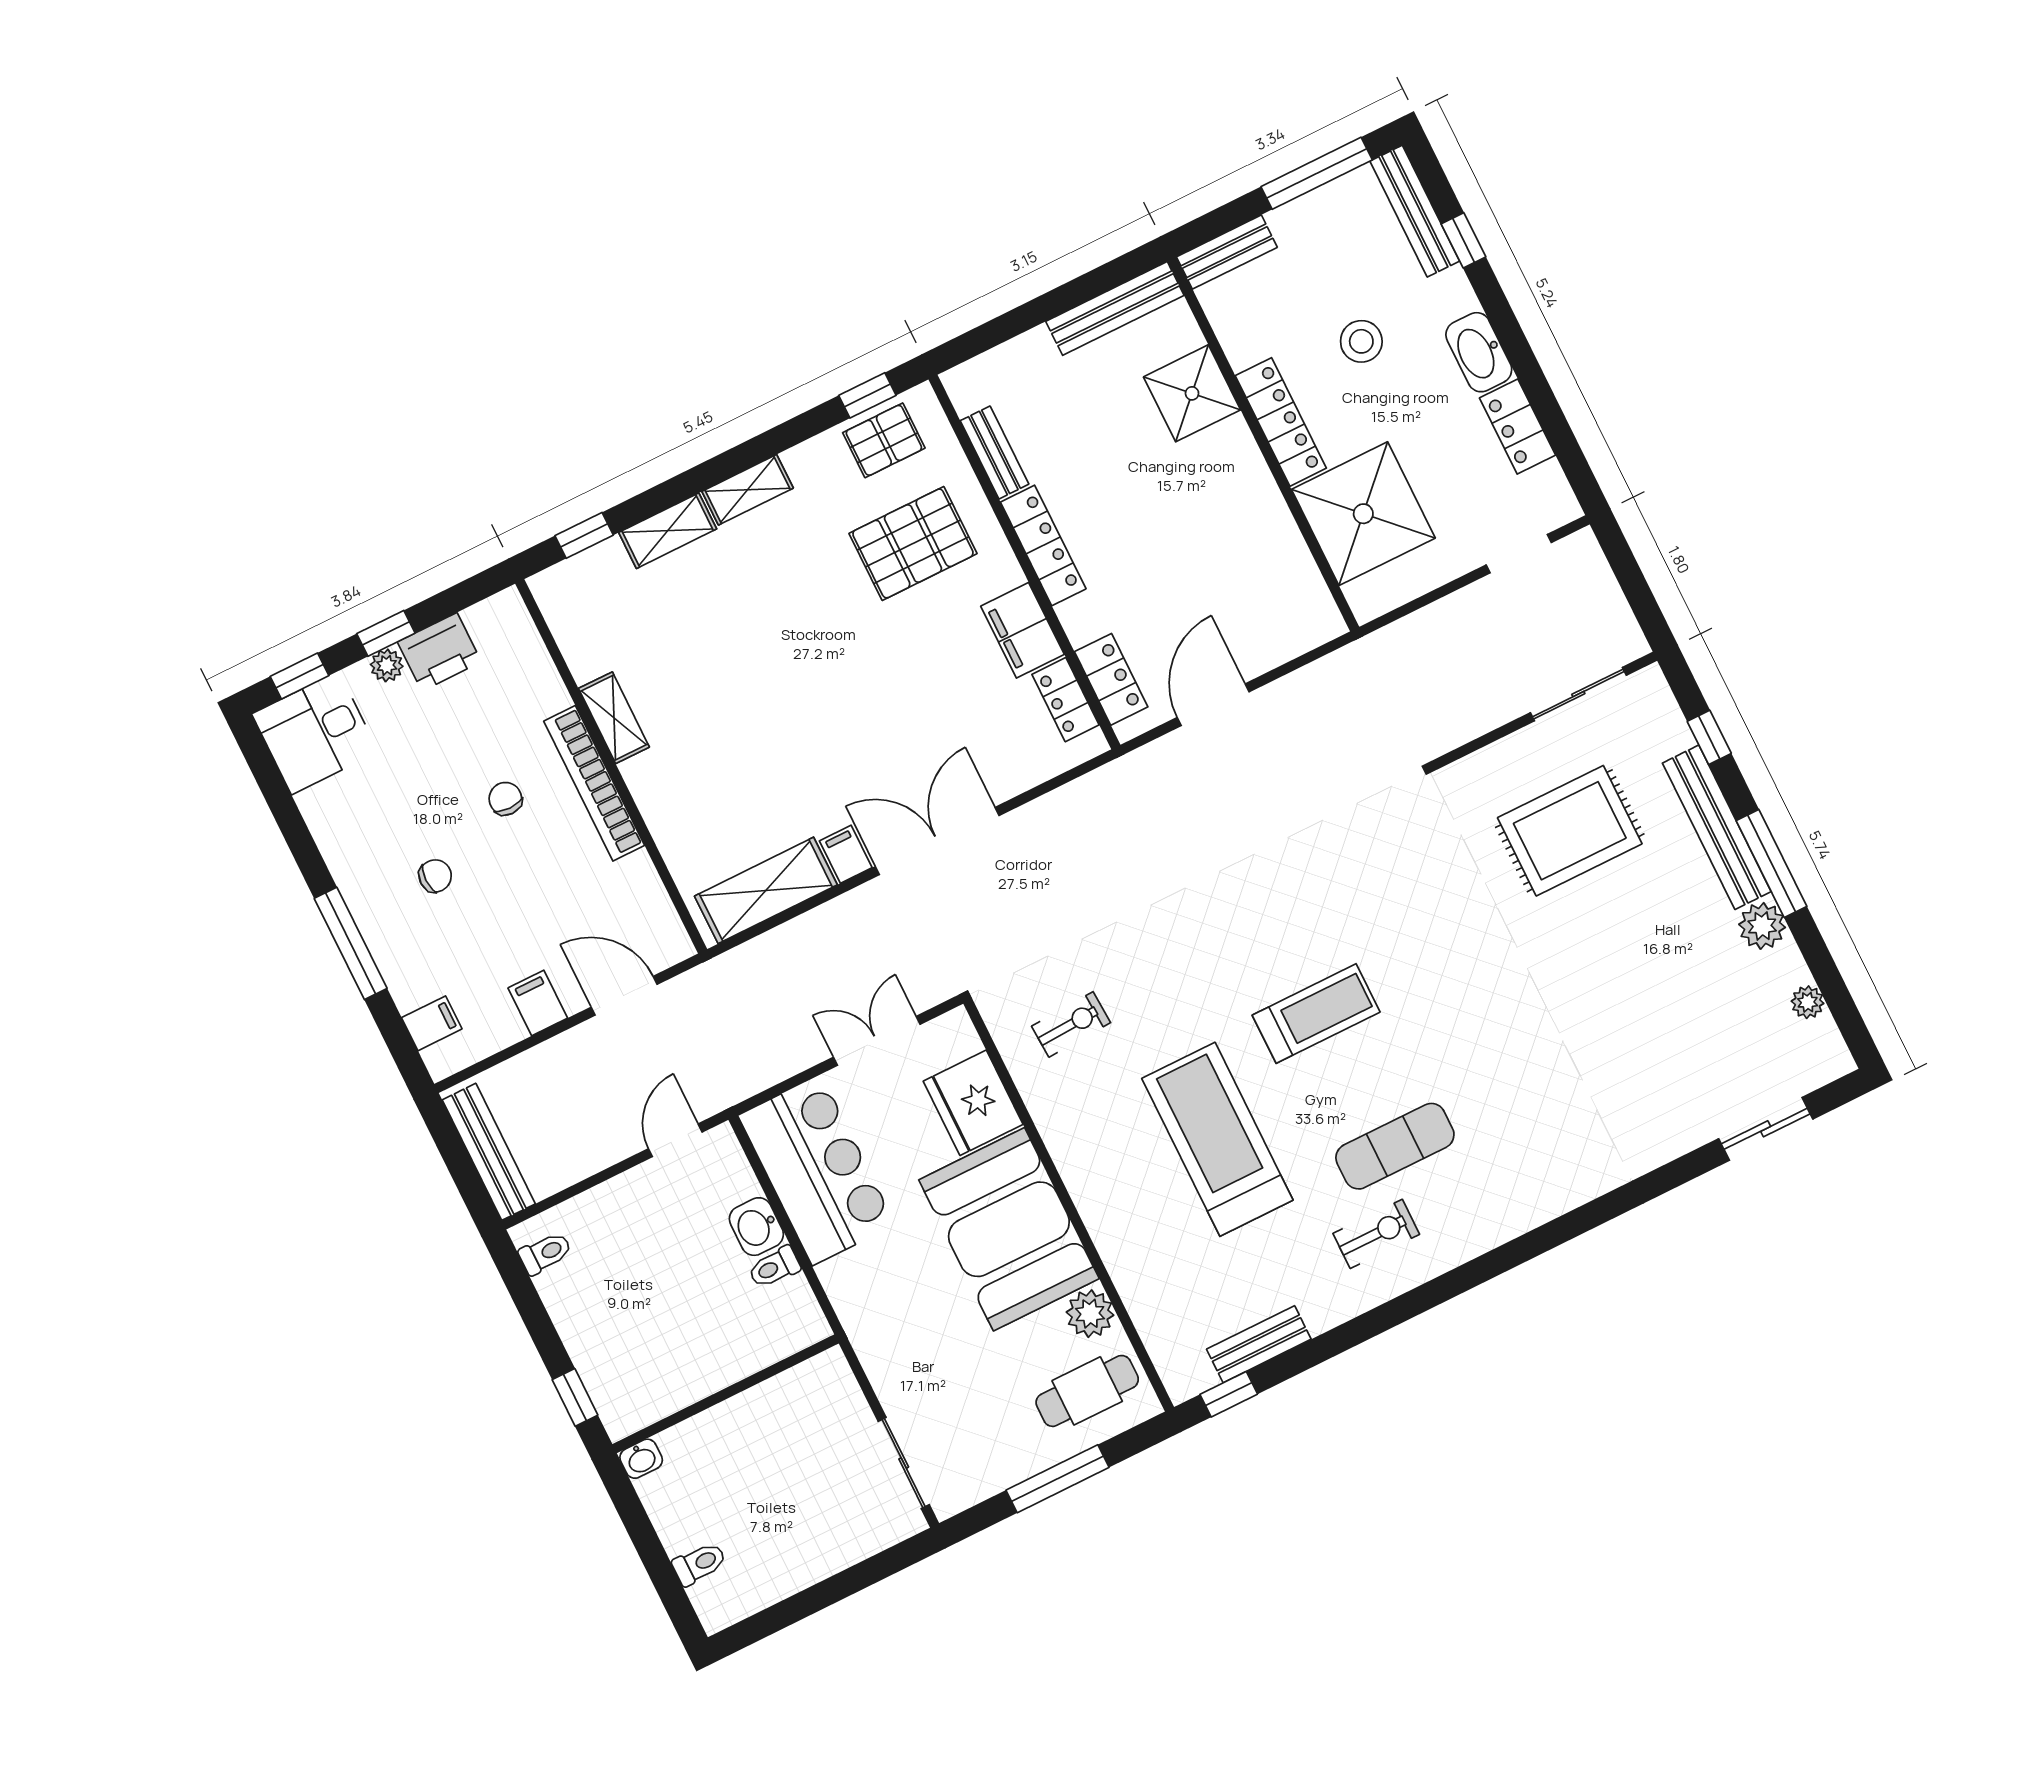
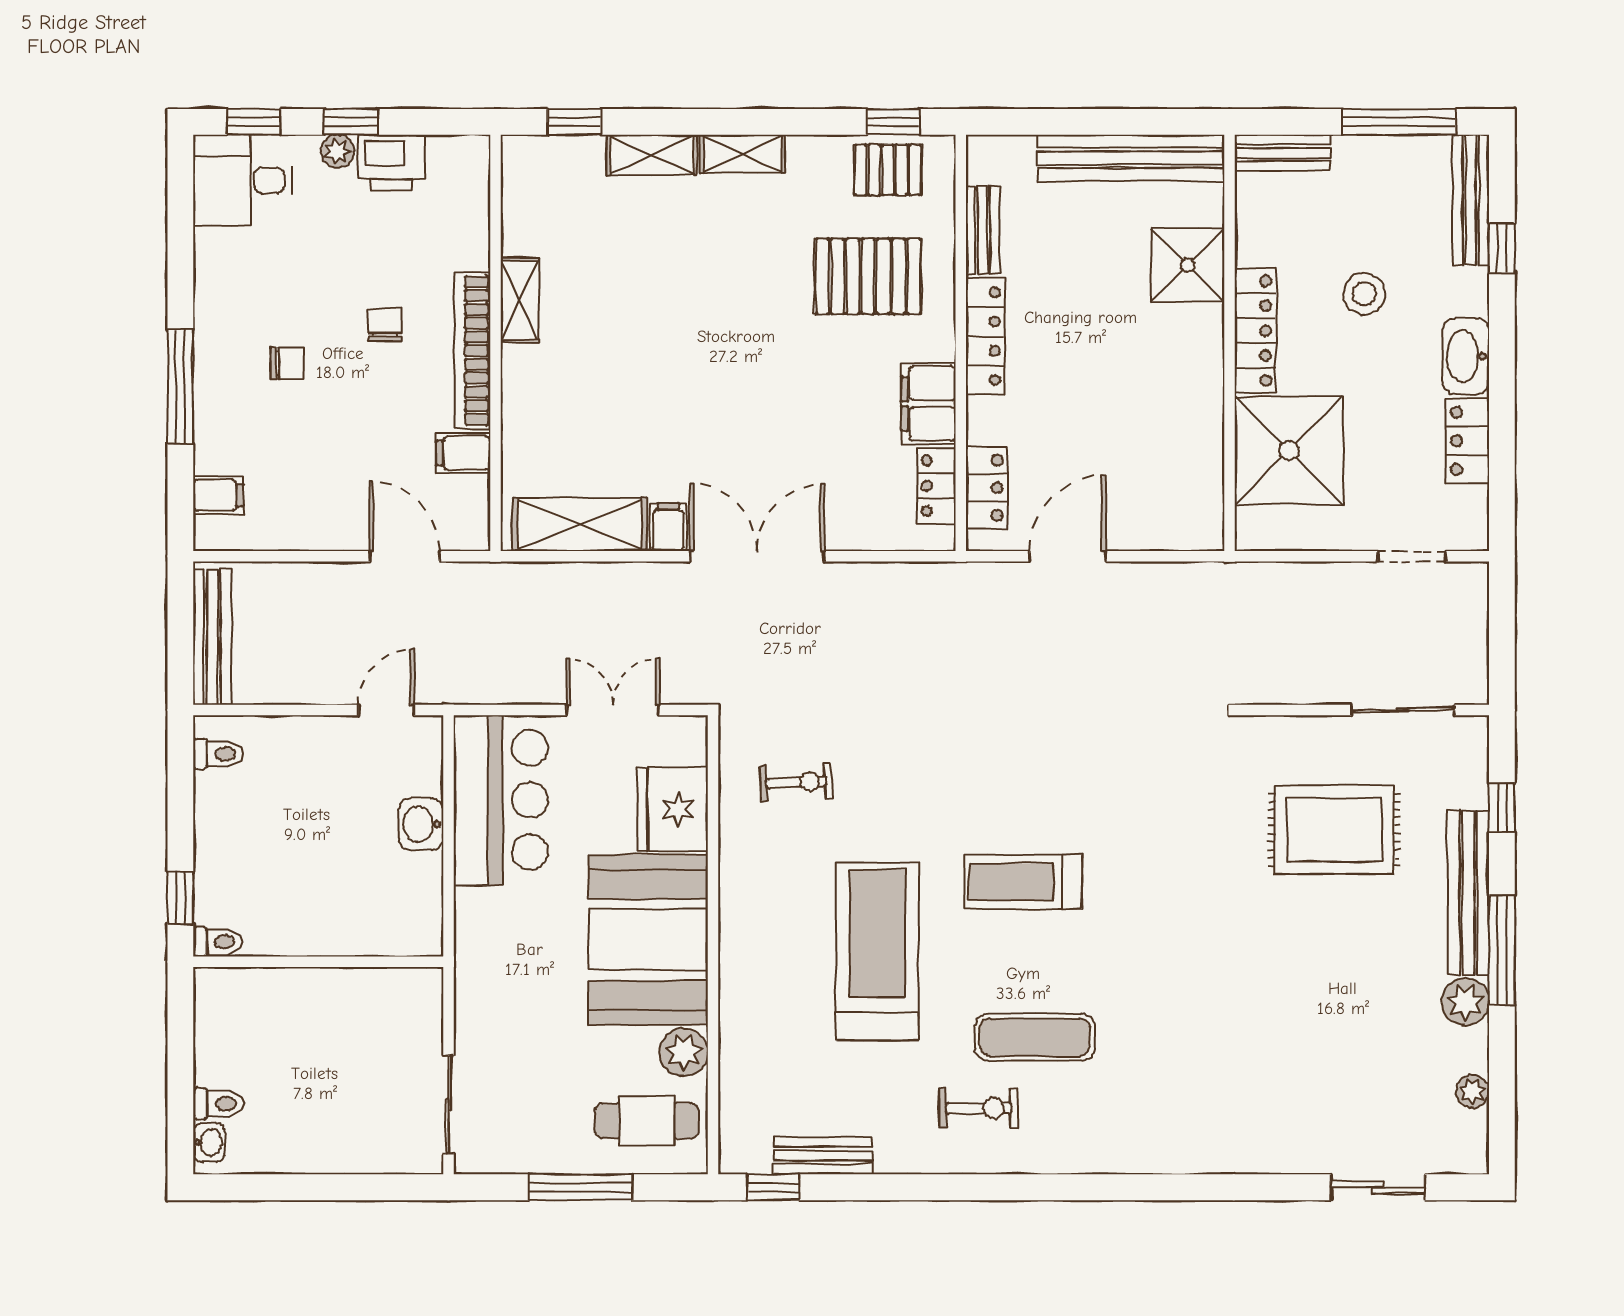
bench: (1115, 308) -> (1131, 158), width x1.37, depth x1.21
filing cabinet: (538, 1003) -> (463, 453), moved, turned -90
treadmill: (1316, 1014) -> (1023, 882), turned 180
toilet: (774, 1267) -> (218, 942), moved, turned 180
washbasin: (641, 1459) -> (209, 1142), moved, turned -90

